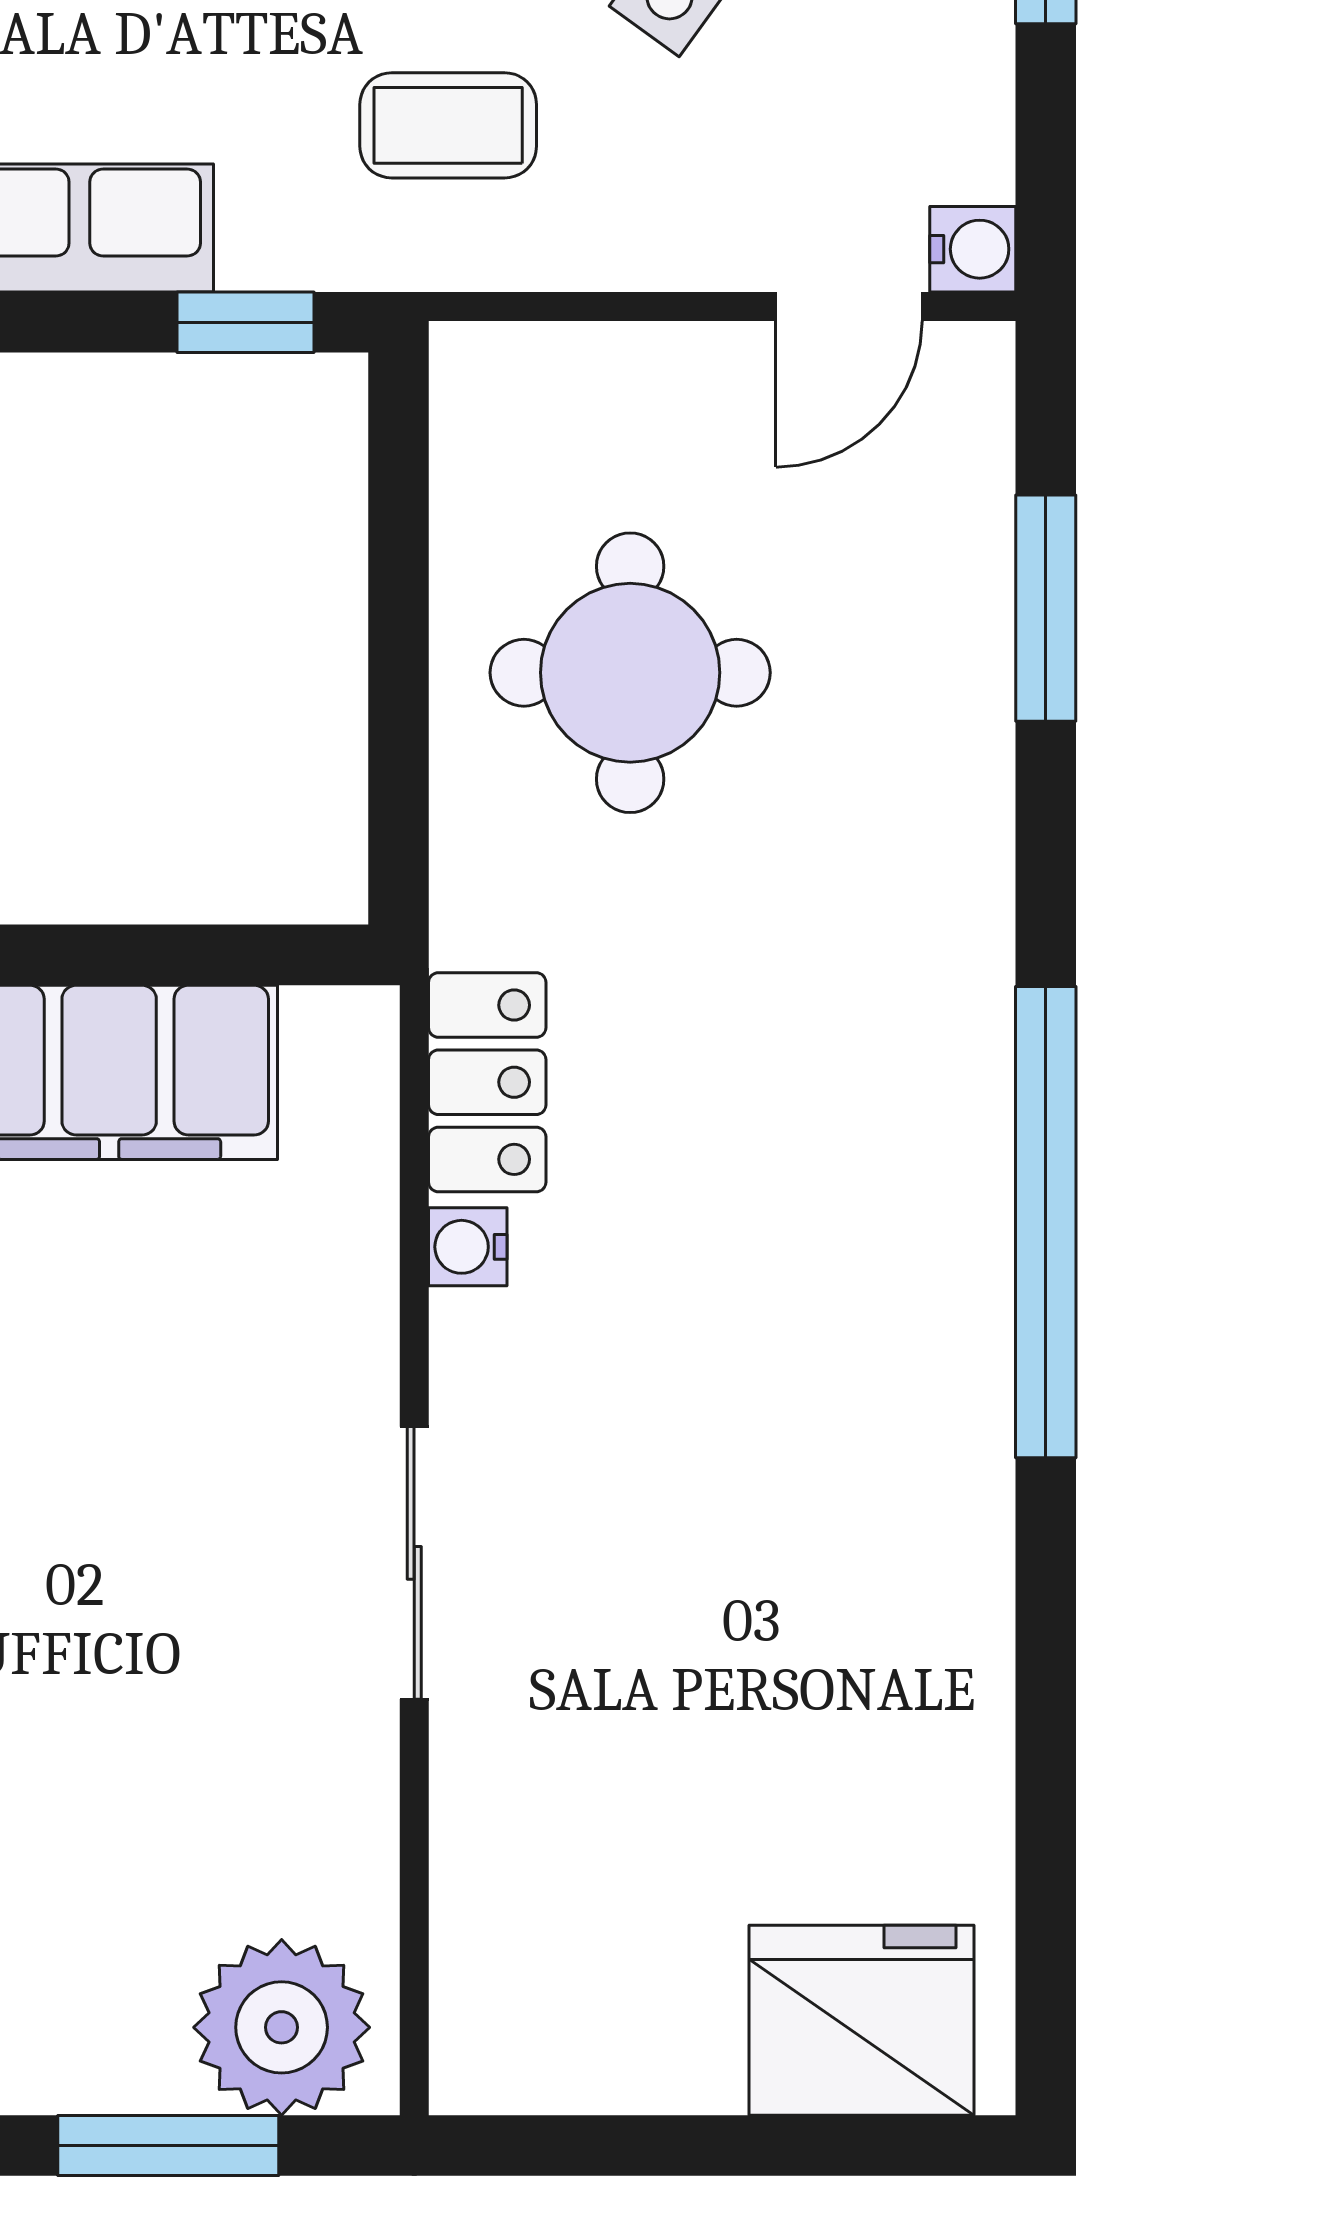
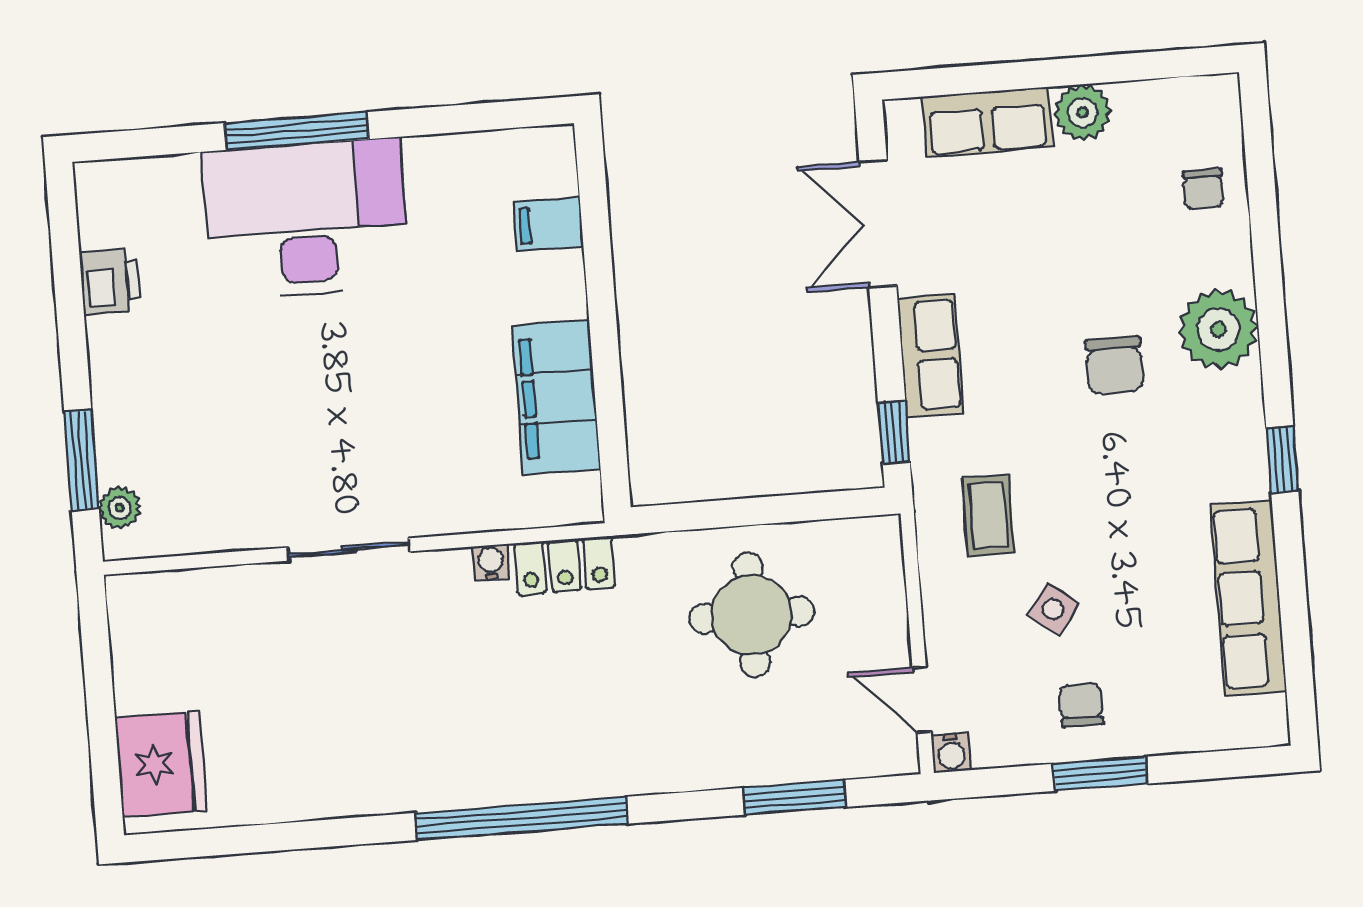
plant: (282, 2027) -> (120, 508), width x0.53, depth x0.53

